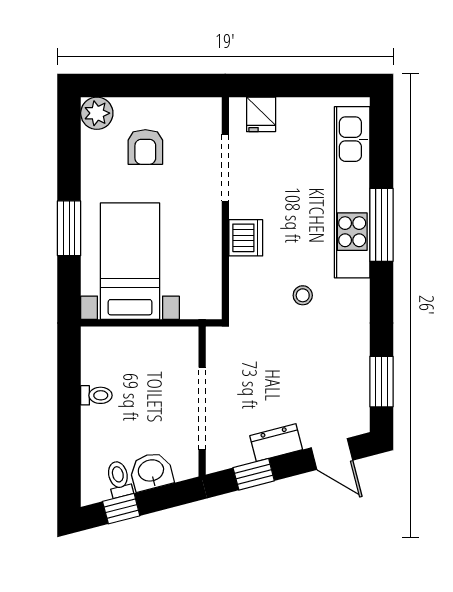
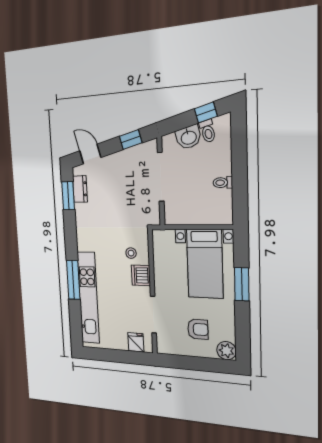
armchair: (145, 147) -> (198, 329), turned 90
stool: (303, 295) -> (131, 253), moved
dresser: (276, 443) -> (80, 189), moved, turned -75

